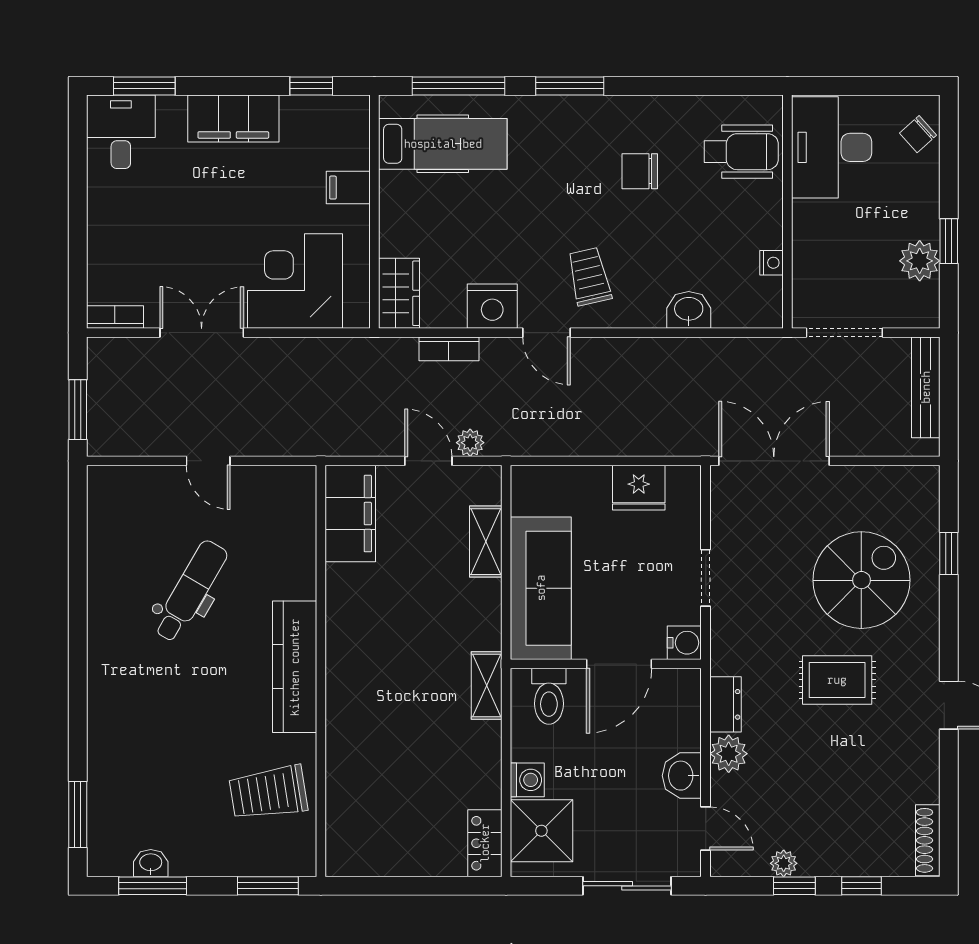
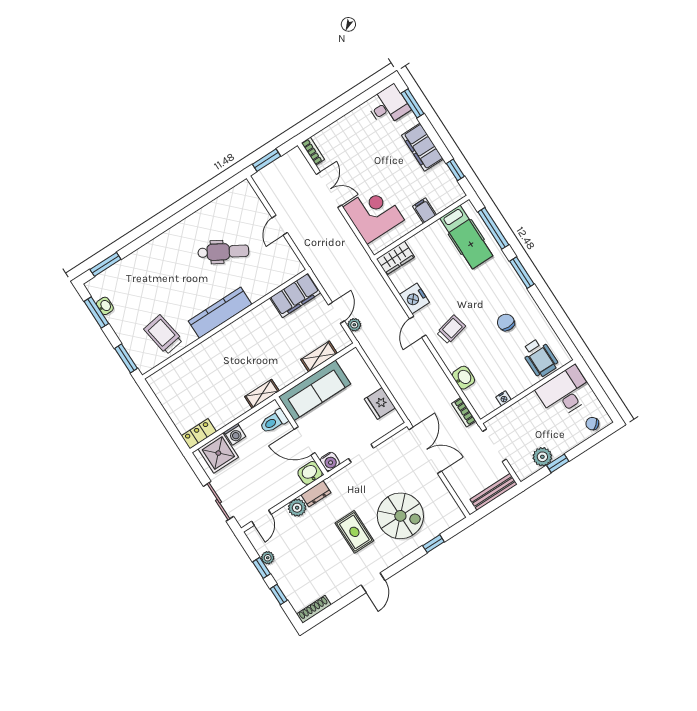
bookcase: (449, 349) -> (464, 412), moved
washbasin: (682, 776) -> (310, 473), moved

